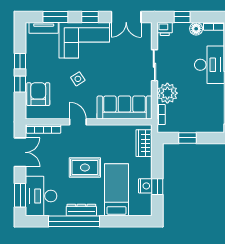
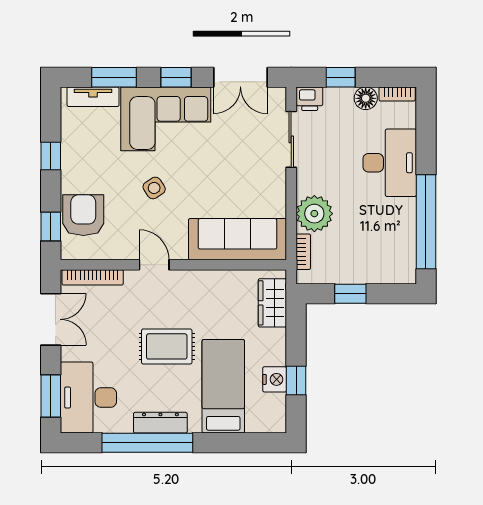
sliding door: (154, 65) -> (291, 139), moved
window: (20, 84) -> (51, 226), moved

